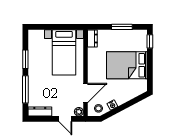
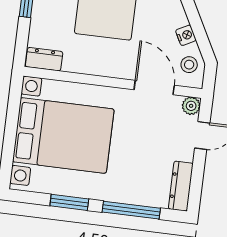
bed with nightstands: (64, 52) -> (63, 135), width x1.36

